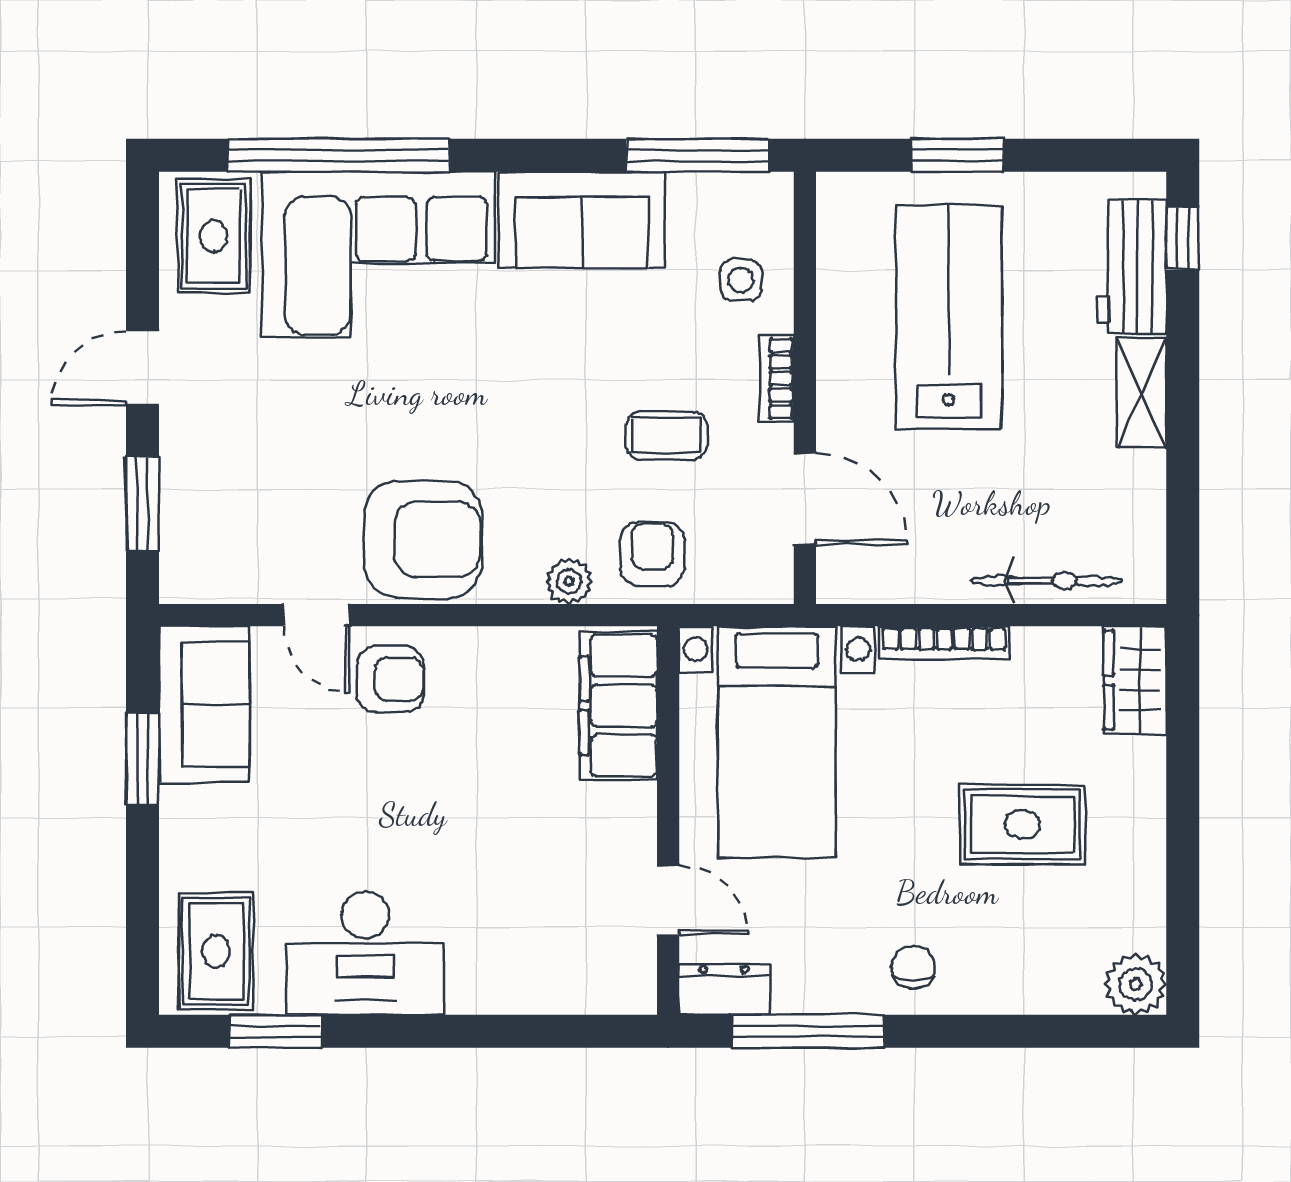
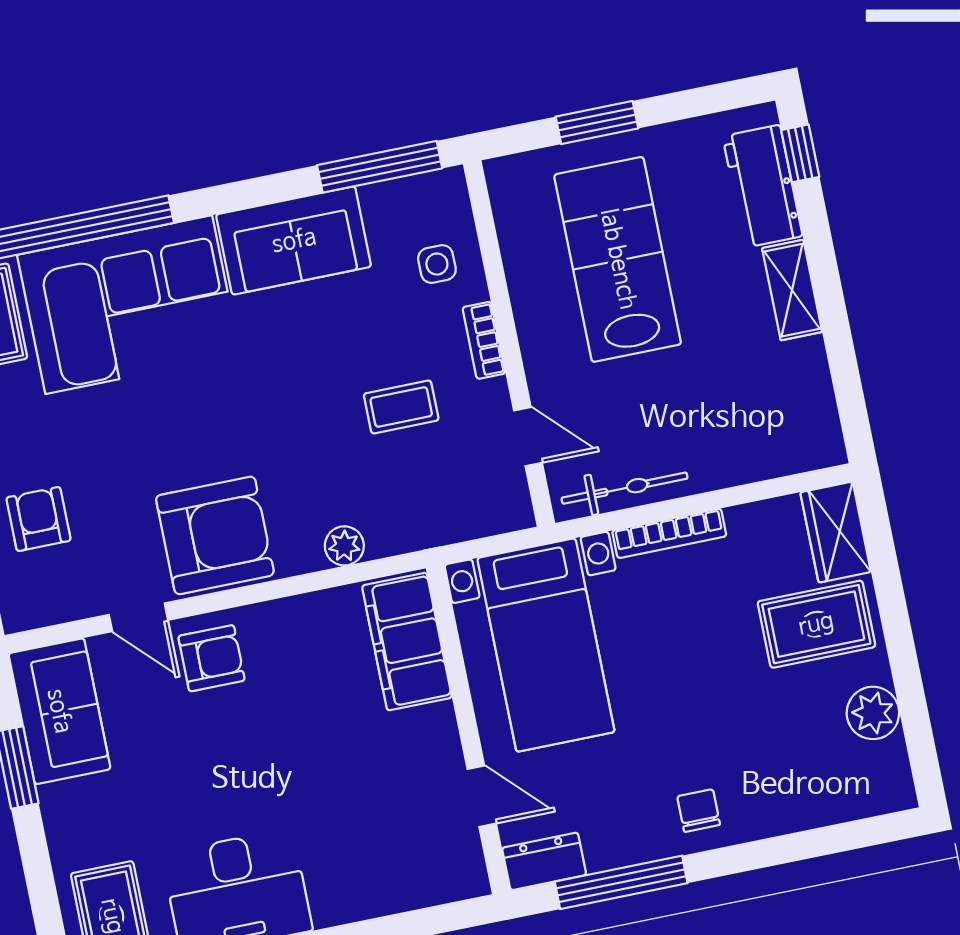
door: (805, 499) -> (528, 437), width x0.73
armchair: (652, 554) -> (38, 519), moved
bicycle: (1047, 581) -> (625, 488), moved
rug: (1022, 824) -> (816, 624), moved
plant: (1136, 984) -> (873, 713), moved

